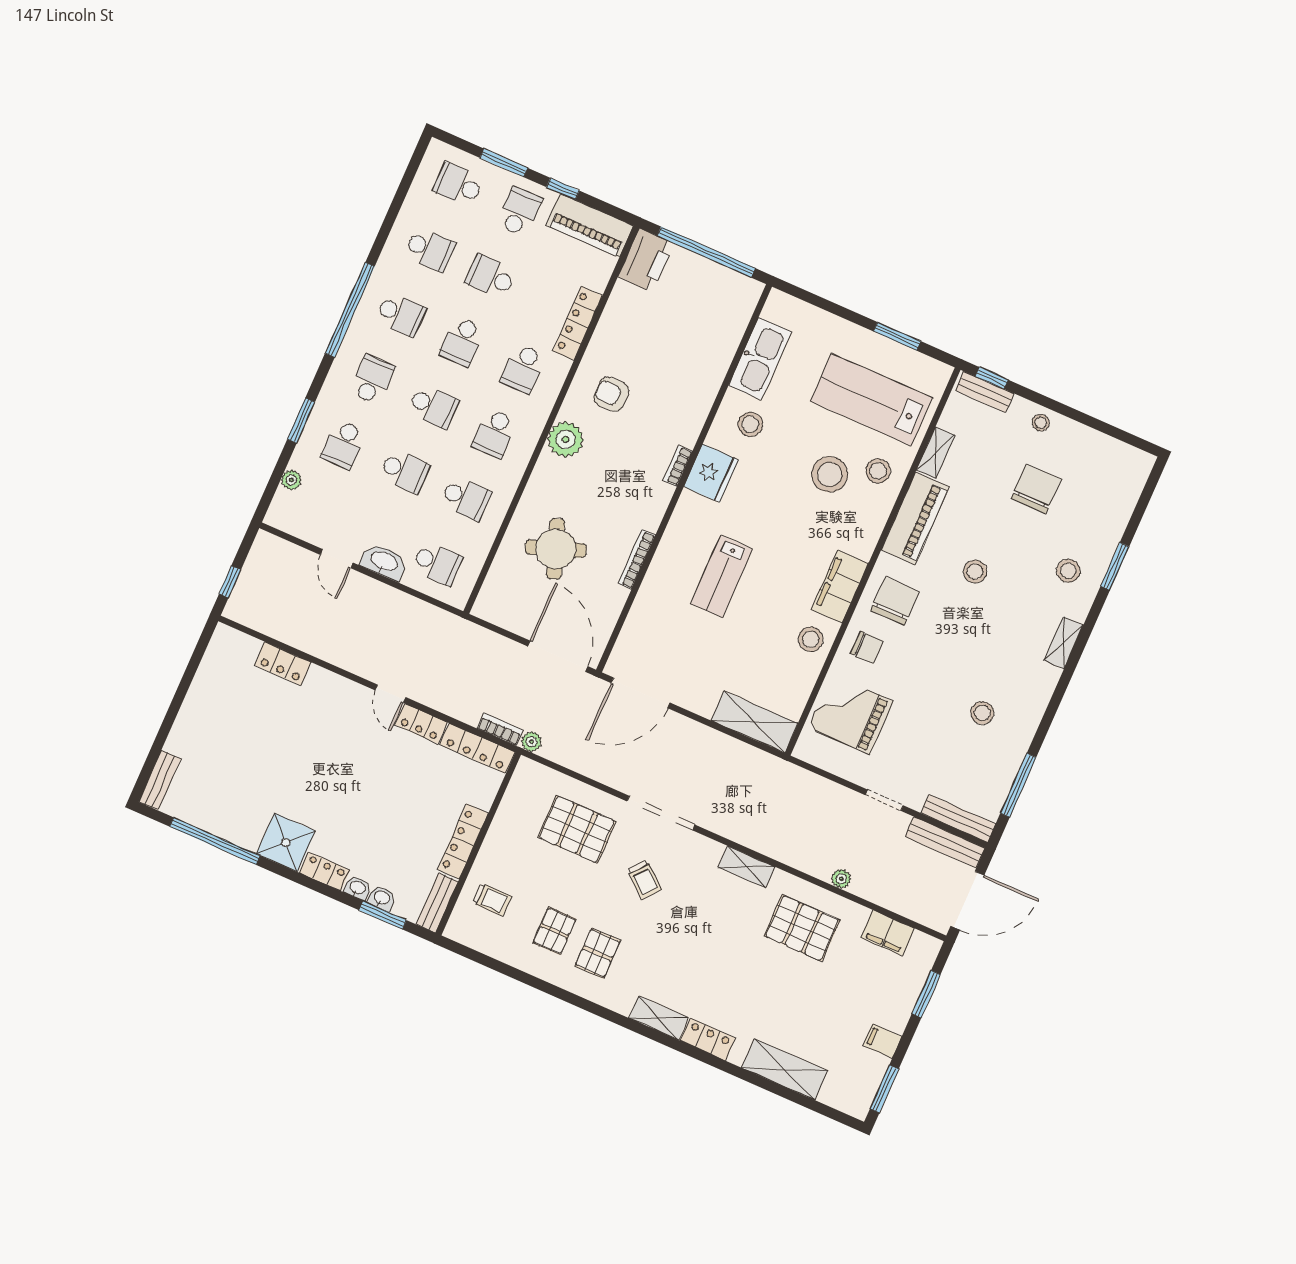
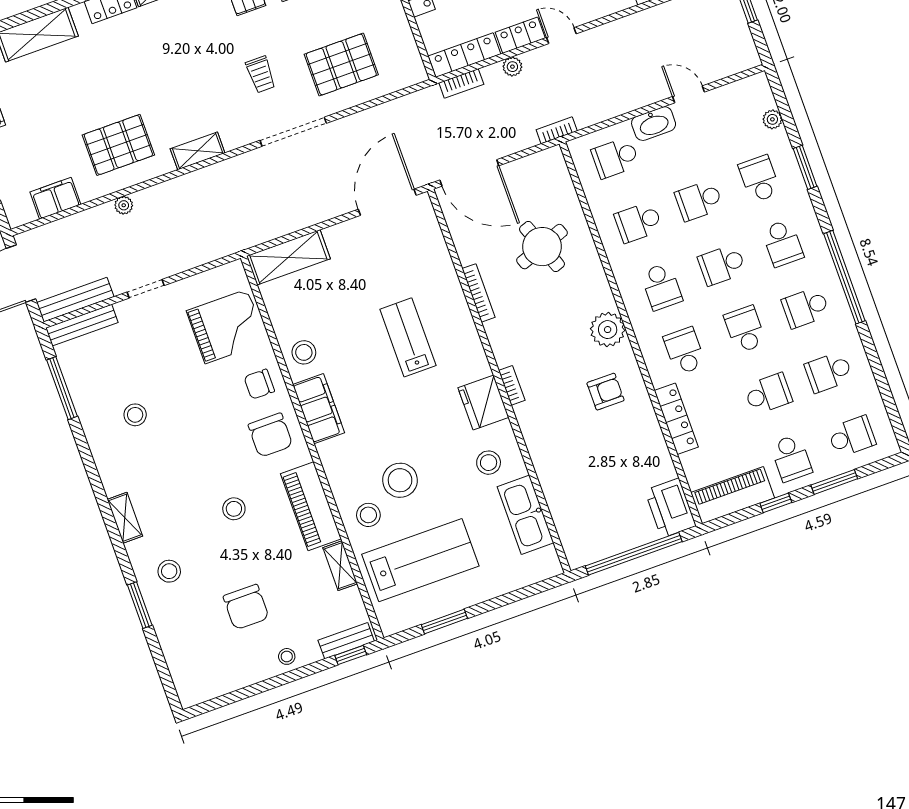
school desk: (494, 433) -> (661, 287), turned 180
bookcase: (462, 626) -> (557, 130), added
plant: (531, 742) -> (512, 67), moved
trolley: (645, 879) -> (261, 74), turned -129

